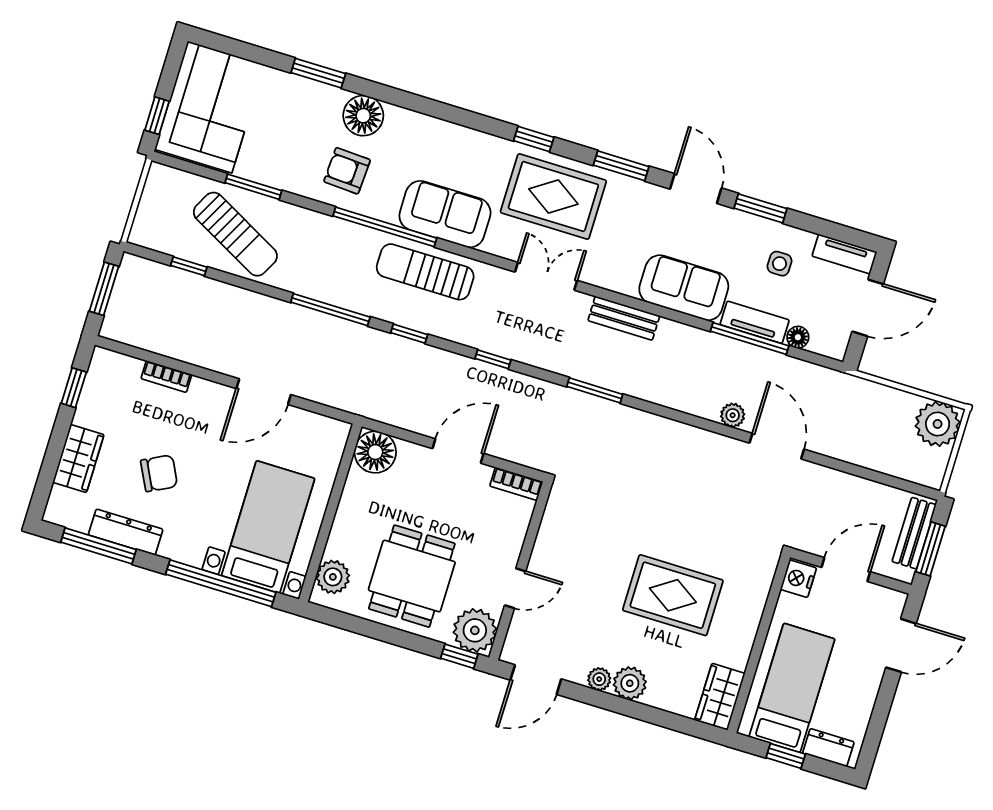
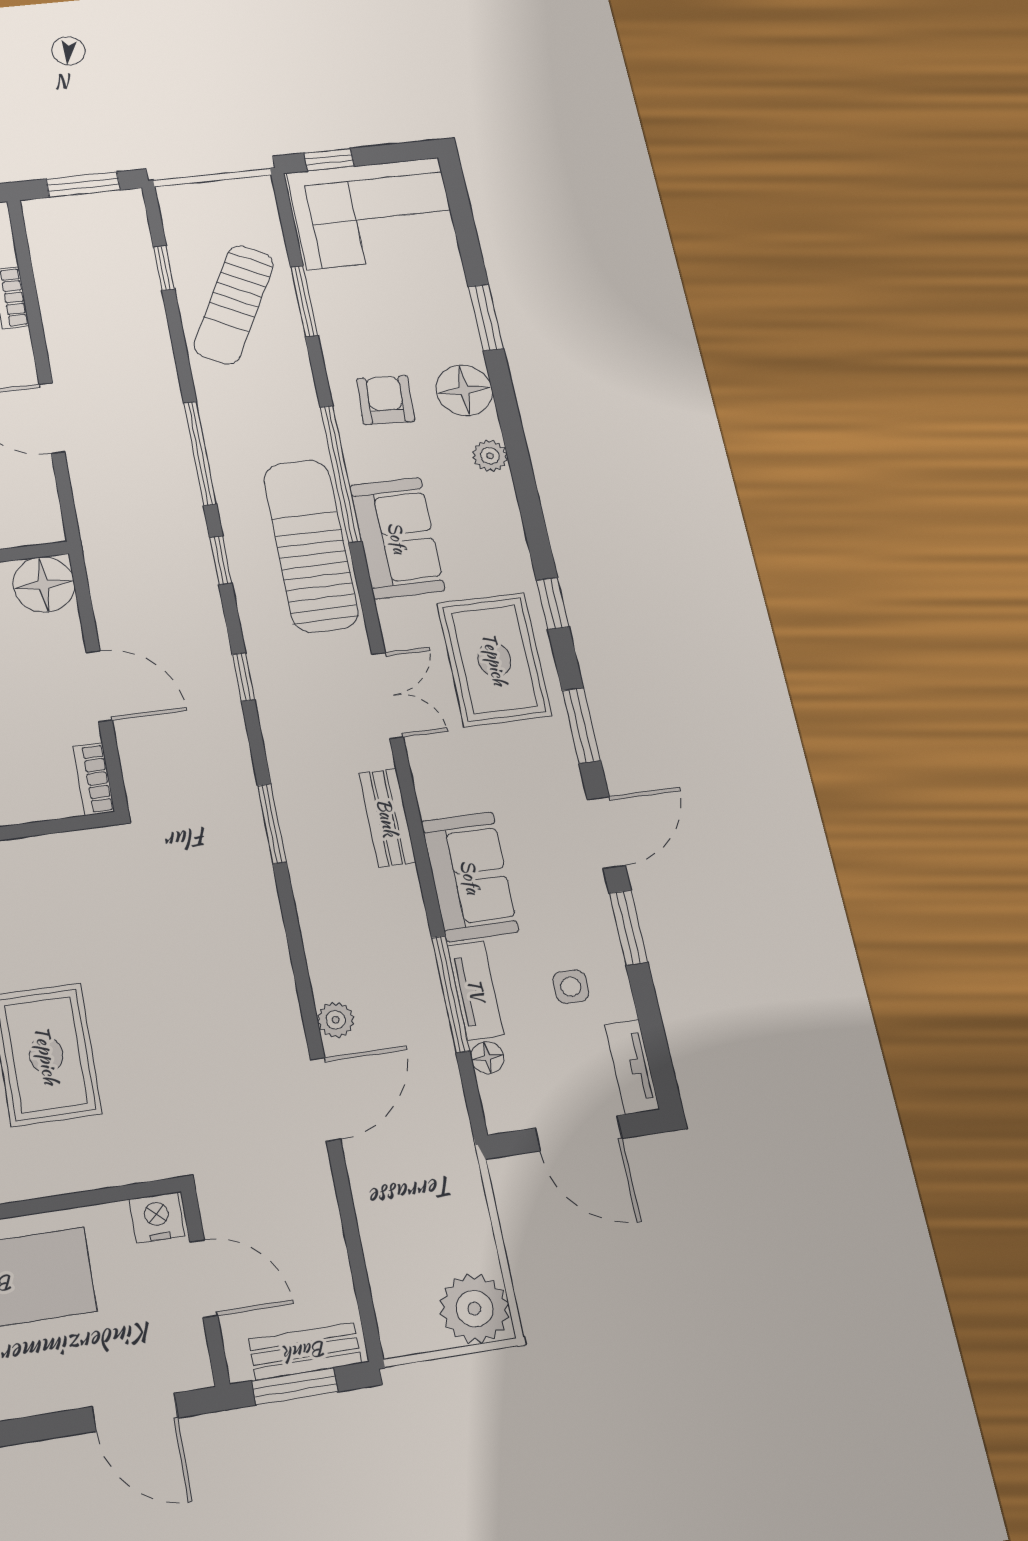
plant: (416, 124) -> (490, 456), added
sun lounger: (425, 272) -> (311, 546), width x1.36, depth x1.34

